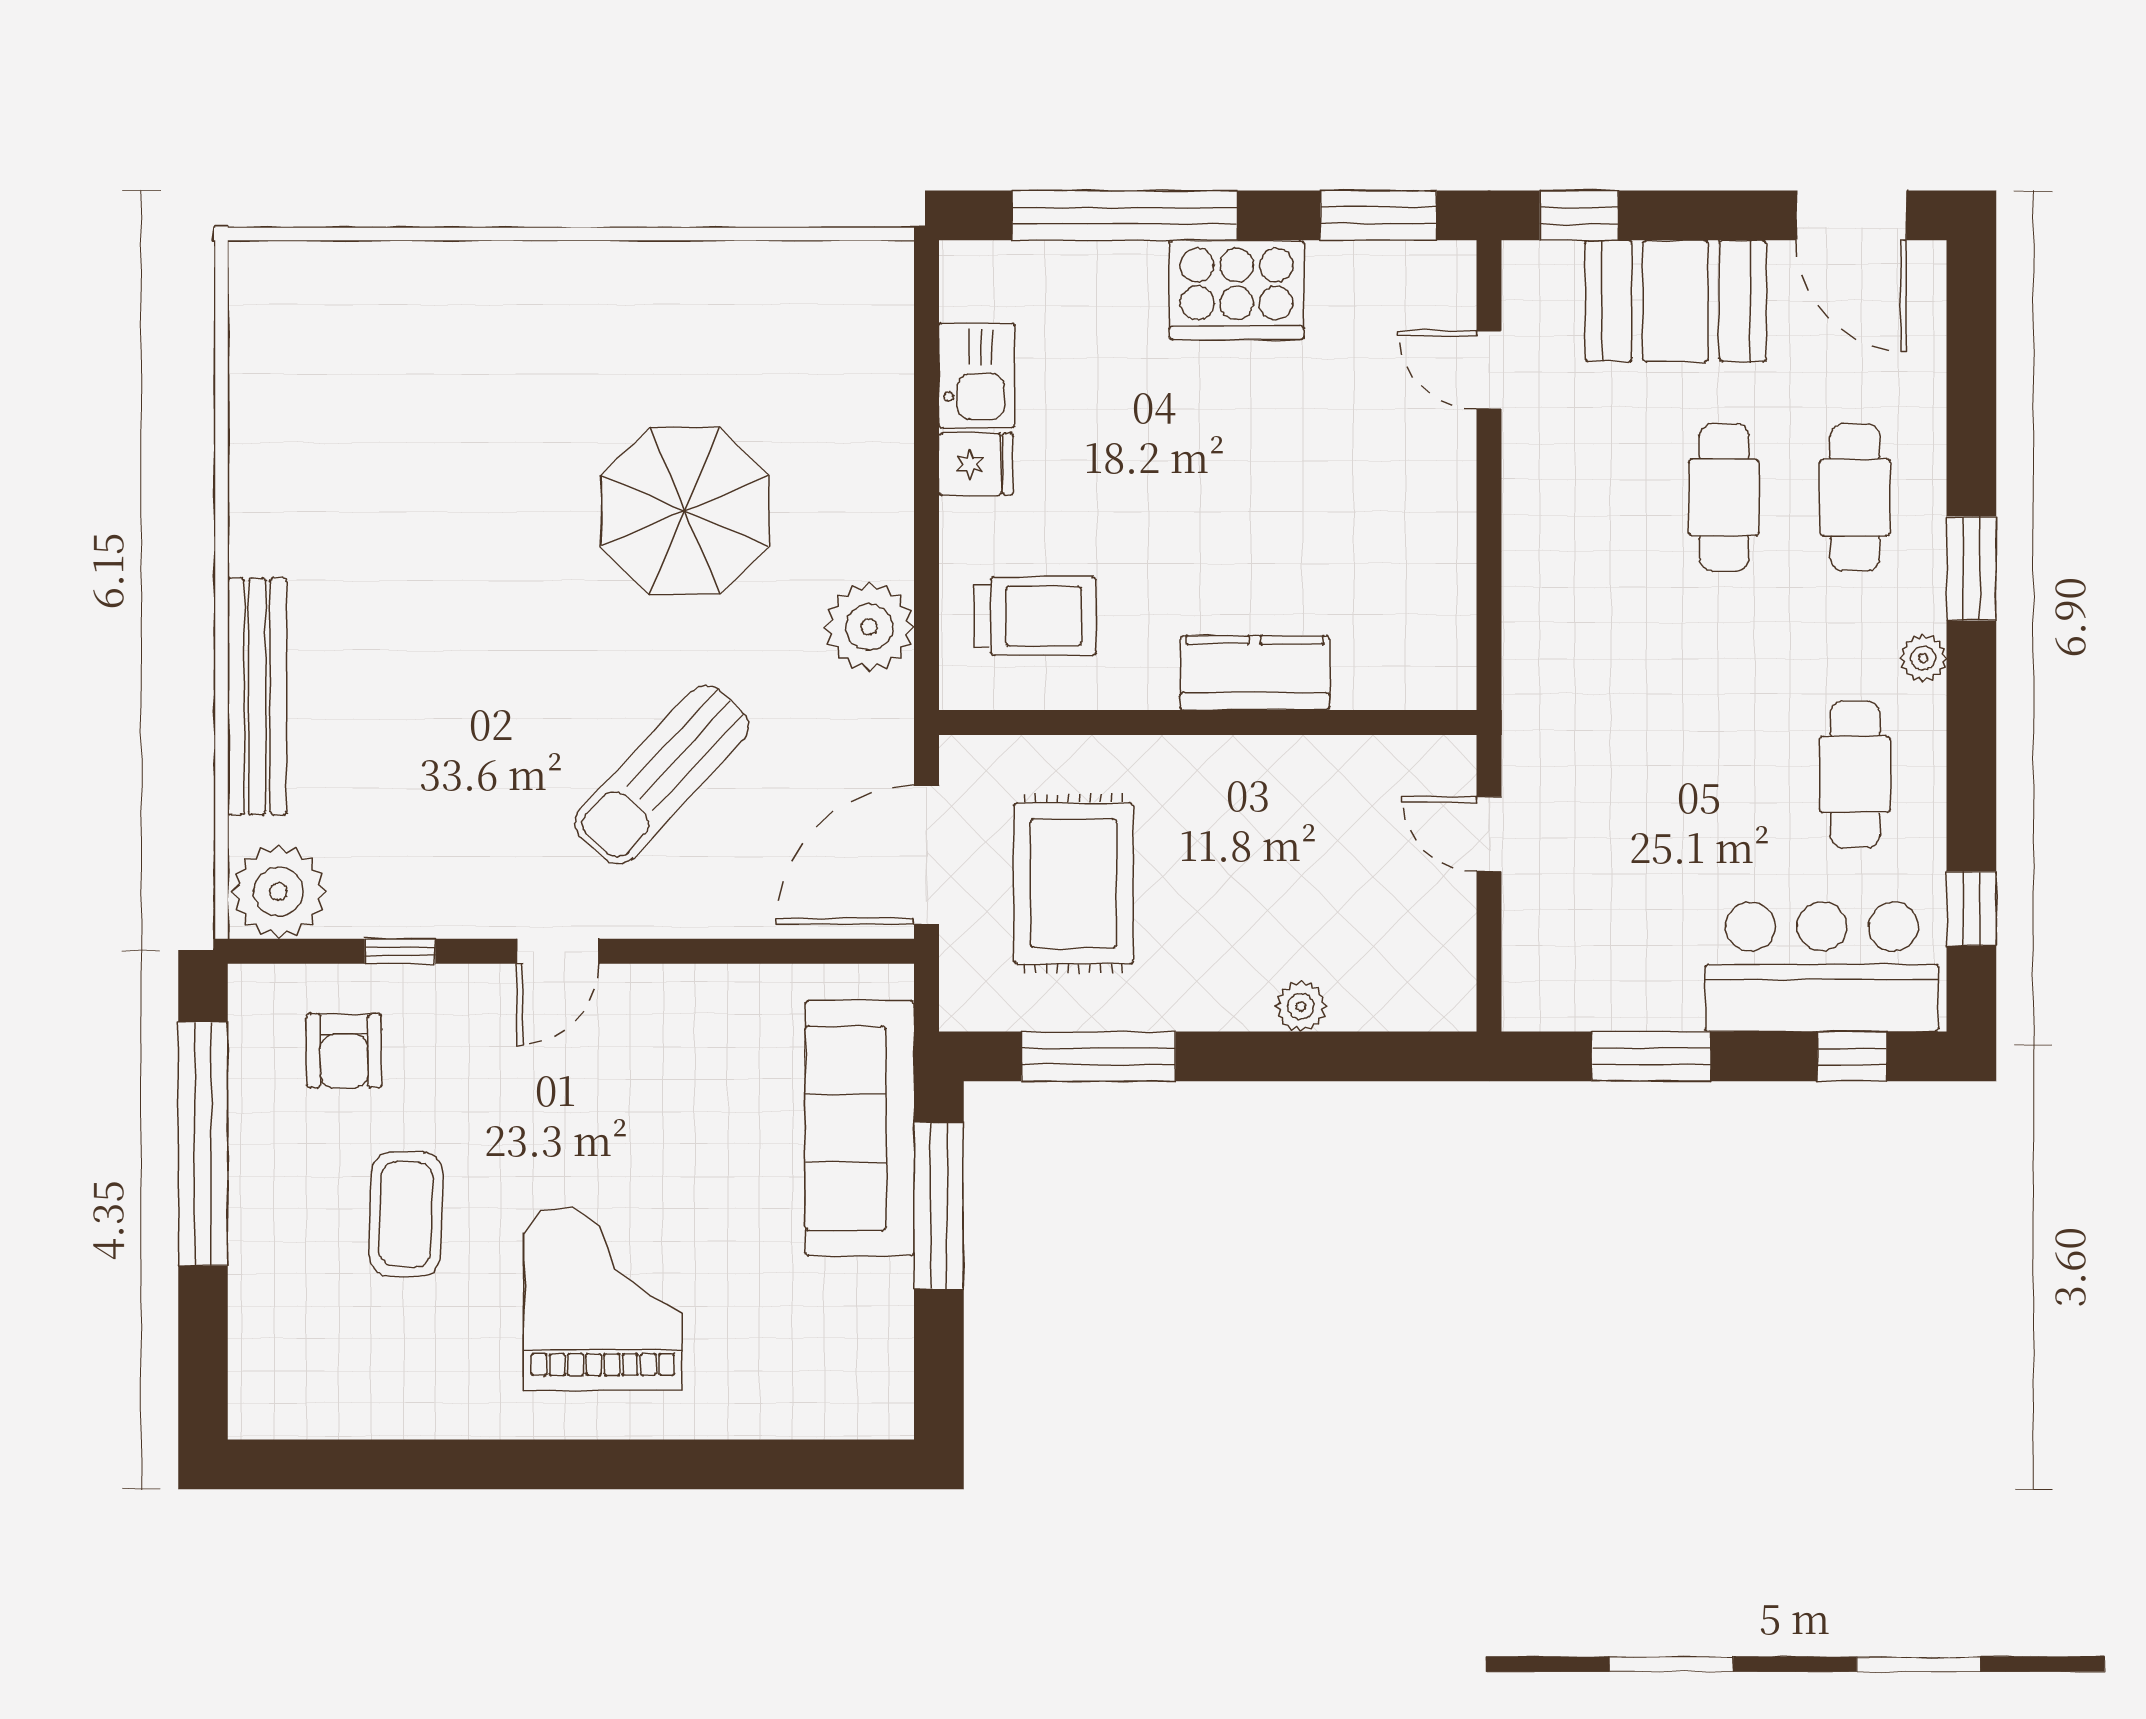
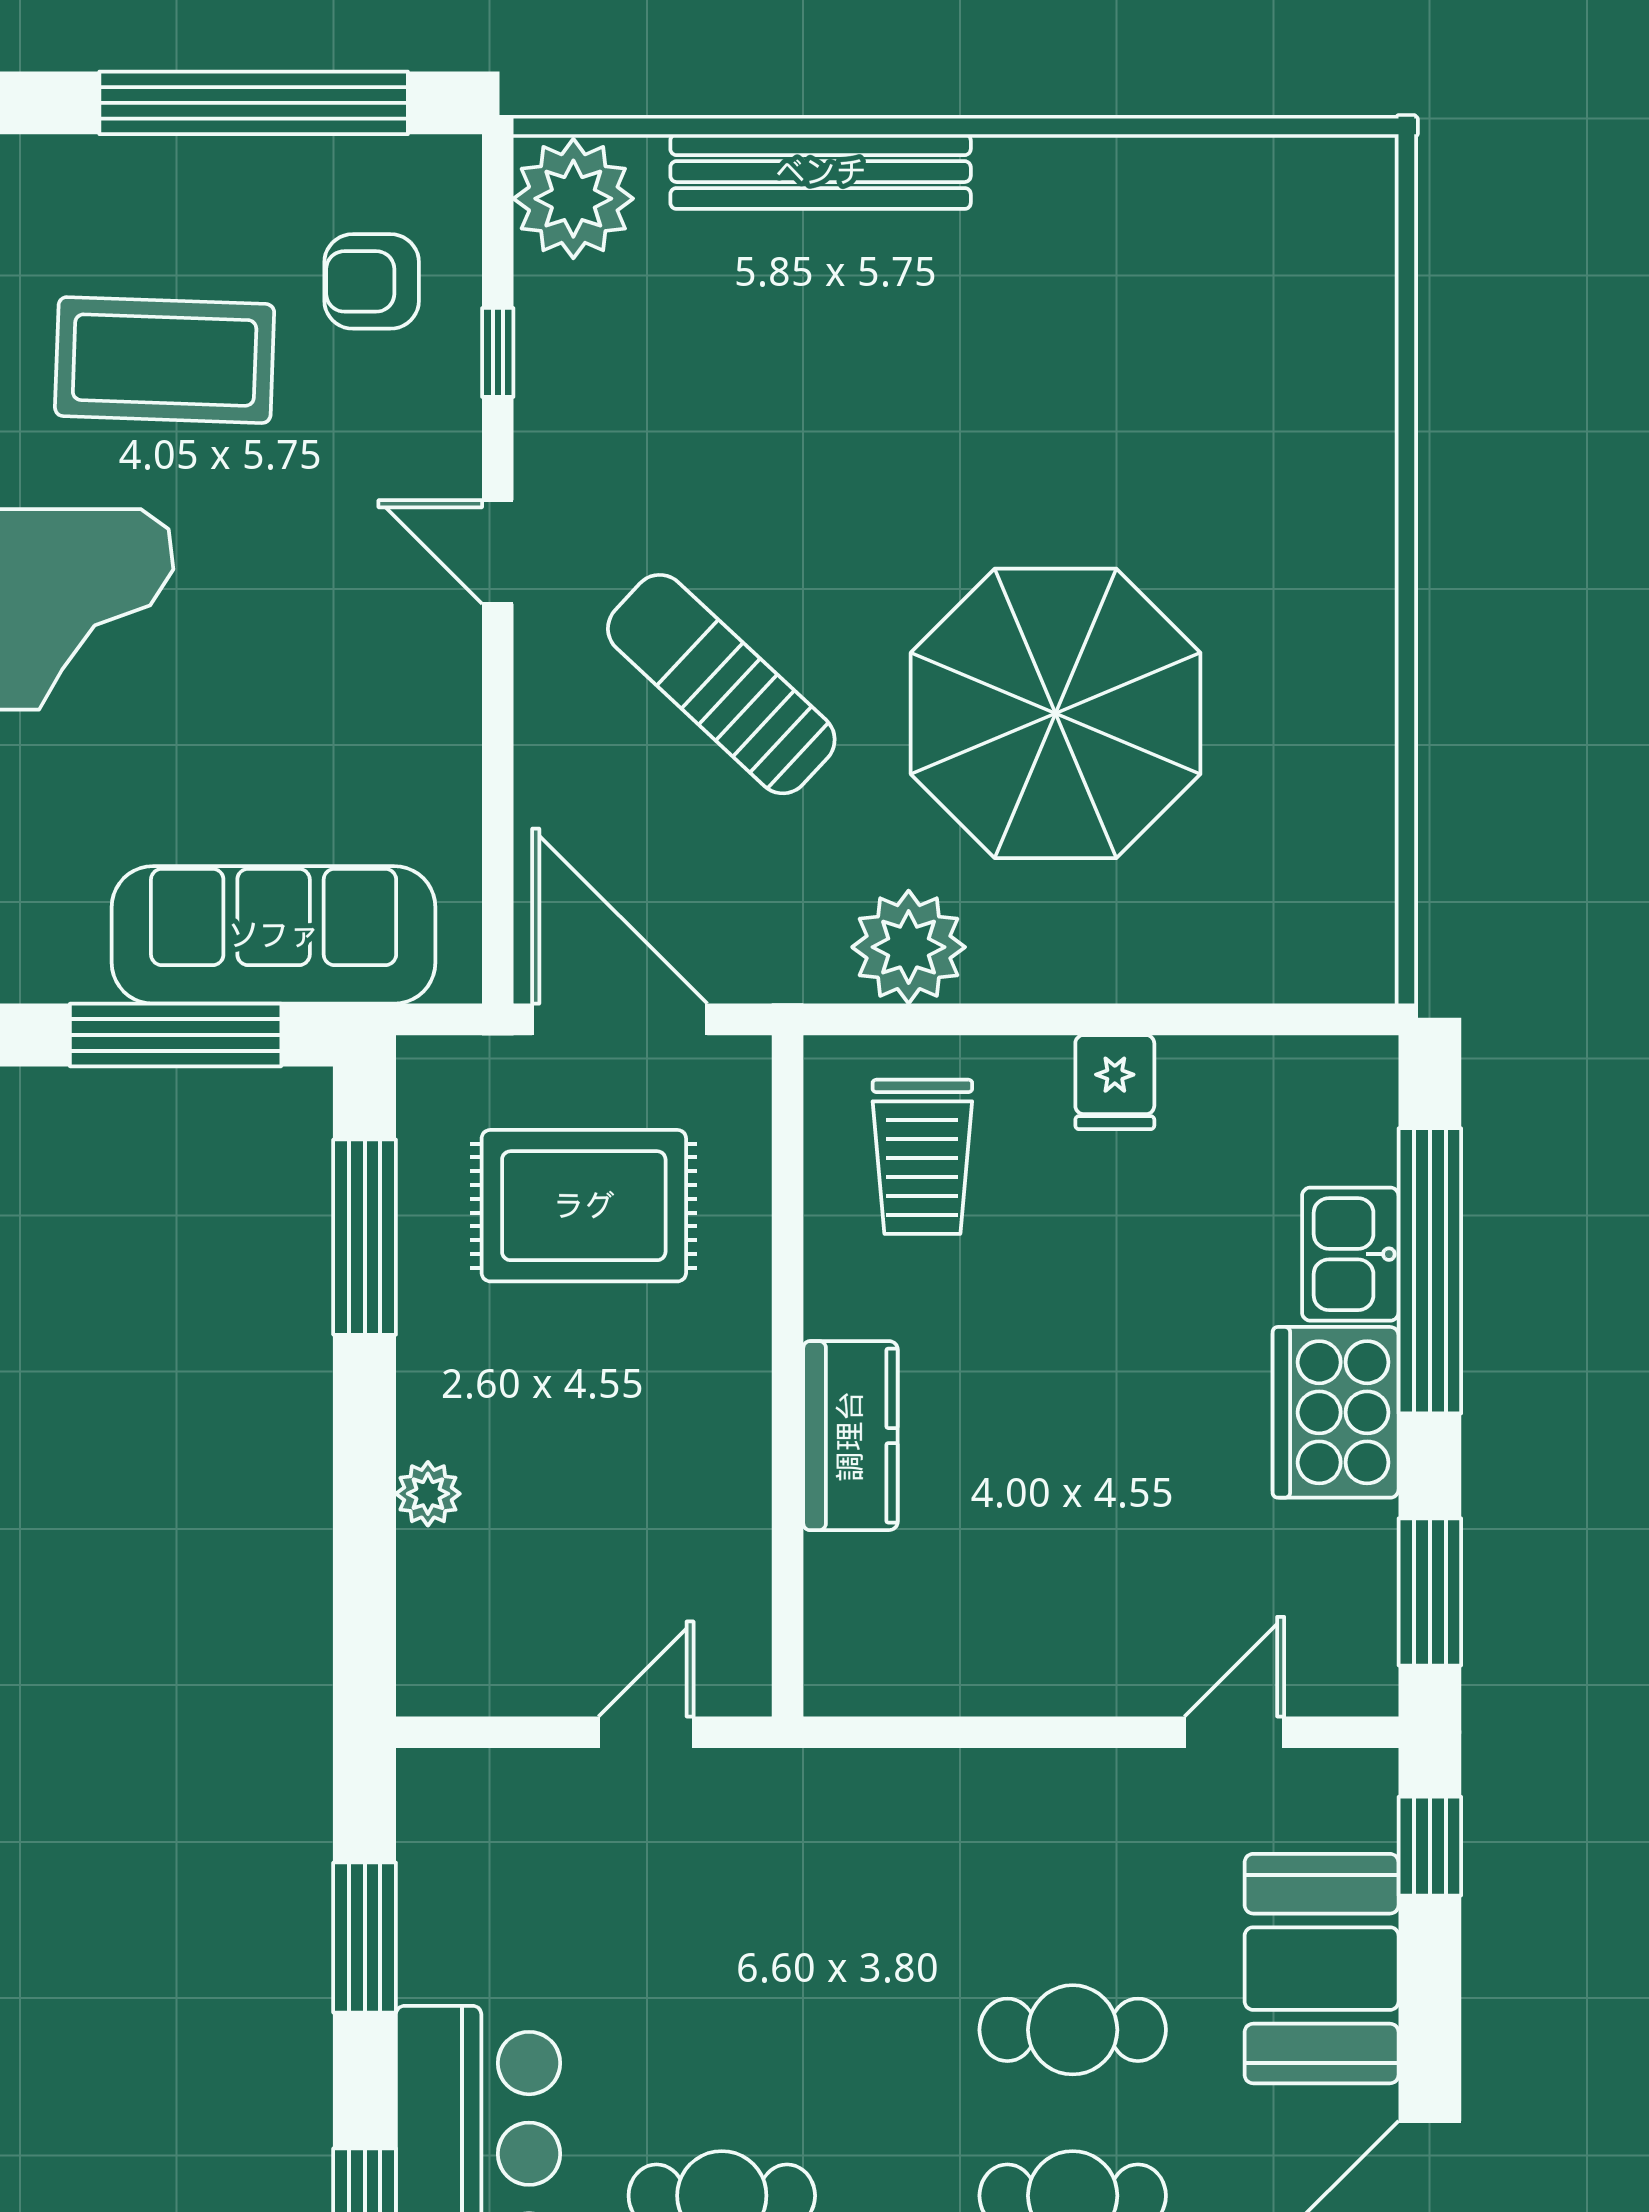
kitchen sink: (977, 375) -> (1350, 1254), moved, turned 90
parasol: (685, 511) -> (1056, 713), width x1.36, depth x1.36
coffee table: (406, 1214) -> (165, 360), width x1.36, depth x1.32

